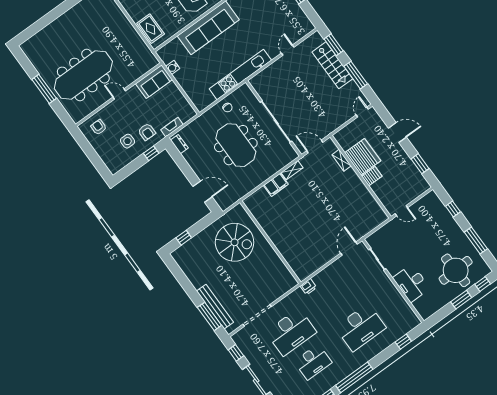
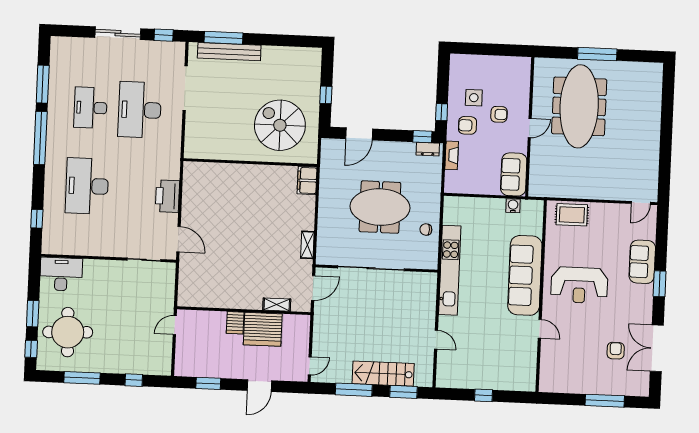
door: (362, 112) -> (310, 366), hinge flipped
armchair: (99, 127) -> (499, 114), moved
window: (175, 153) -> (422, 137), added
filing cabinet: (276, 185) -> (307, 180), moved
window: (184, 238) -> (326, 95), moved
spiral stairs: (235, 242) -> (280, 125), turned 90
desk: (411, 283) -> (61, 274), moved
printer: (308, 287) -> (167, 196), moved, width x1.87, depth x1.48

